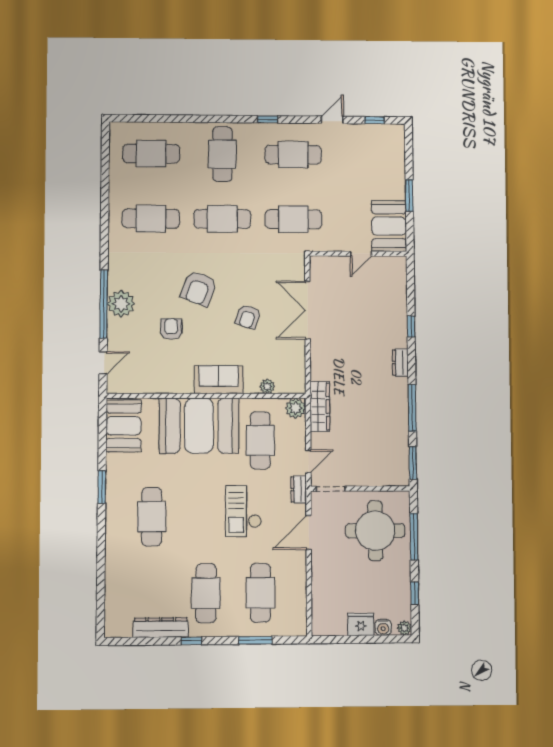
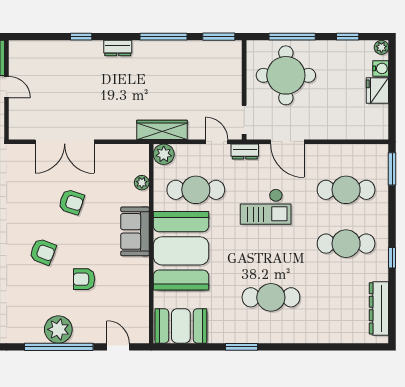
armchair: (199, 288) -> (43, 252), width x0.72, depth x0.72
dresser: (161, 627) -> (379, 308), moved
window: (255, 640) -> (392, 169), moved

